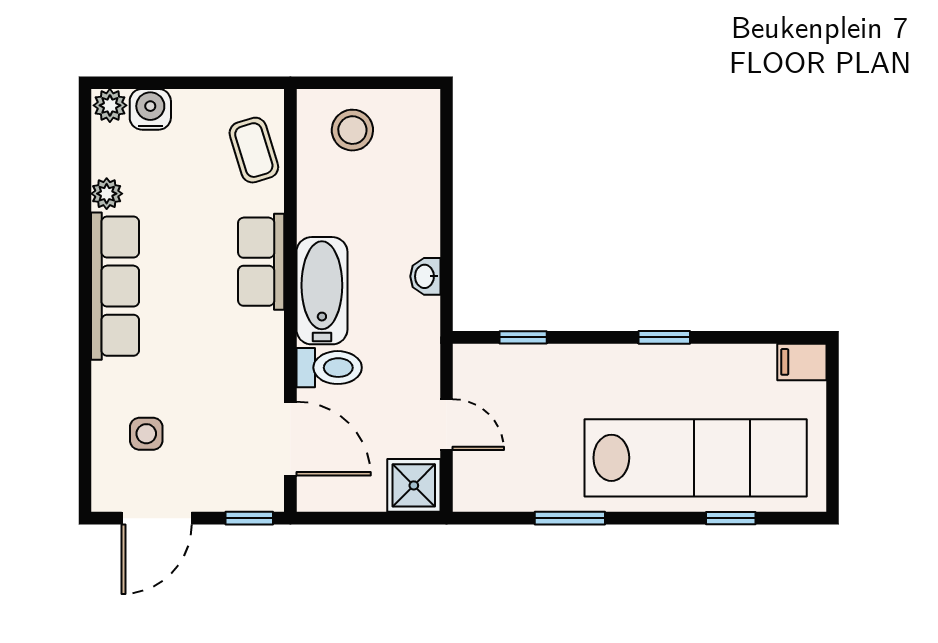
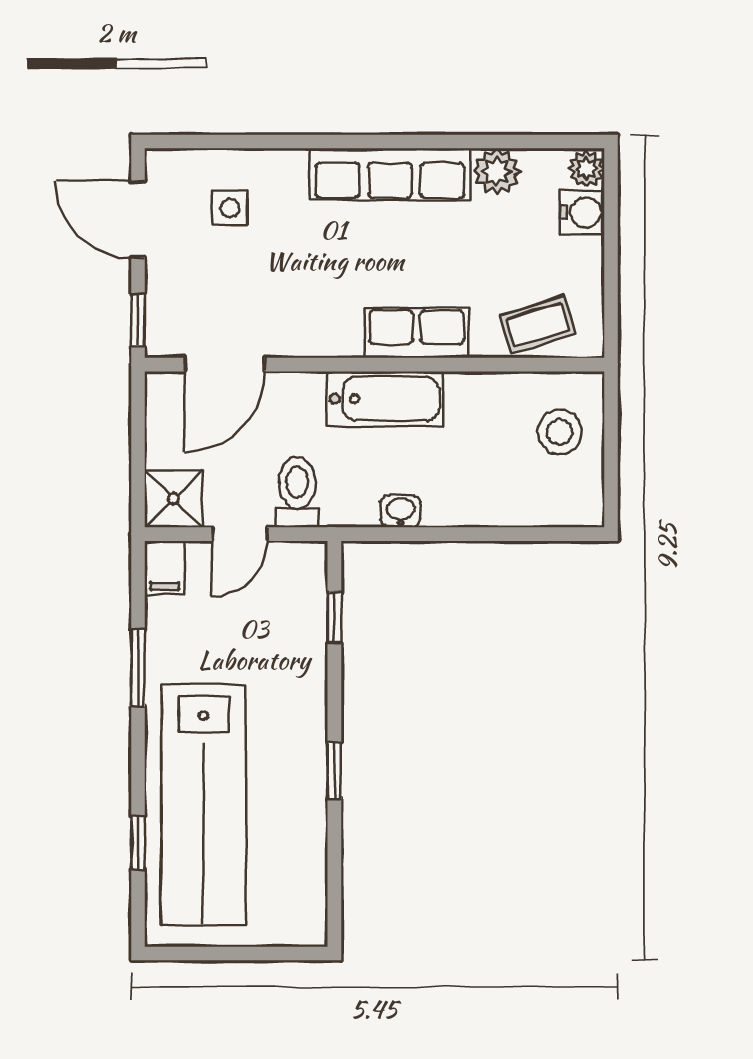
plant: (107, 194) -> (497, 171), width x1.38, depth x1.38
filing cabinet: (802, 362) -> (165, 567), moved, turned 180
toilet: (329, 368) -> (297, 492), moved, turned 180

